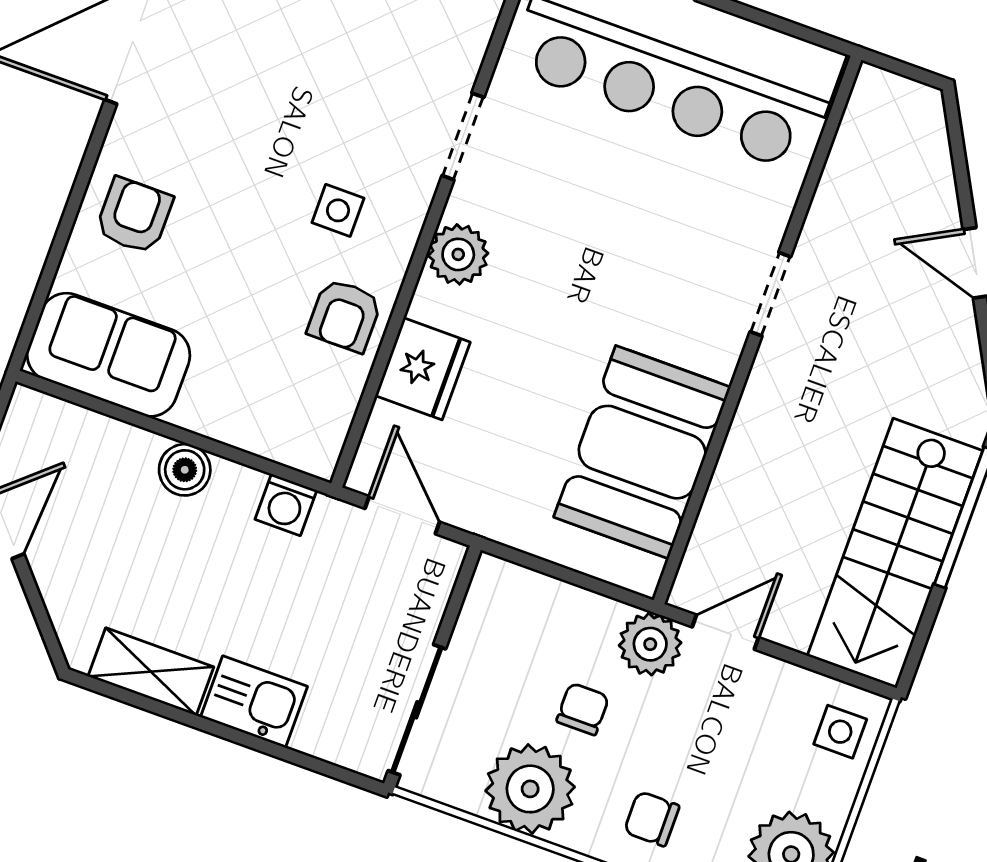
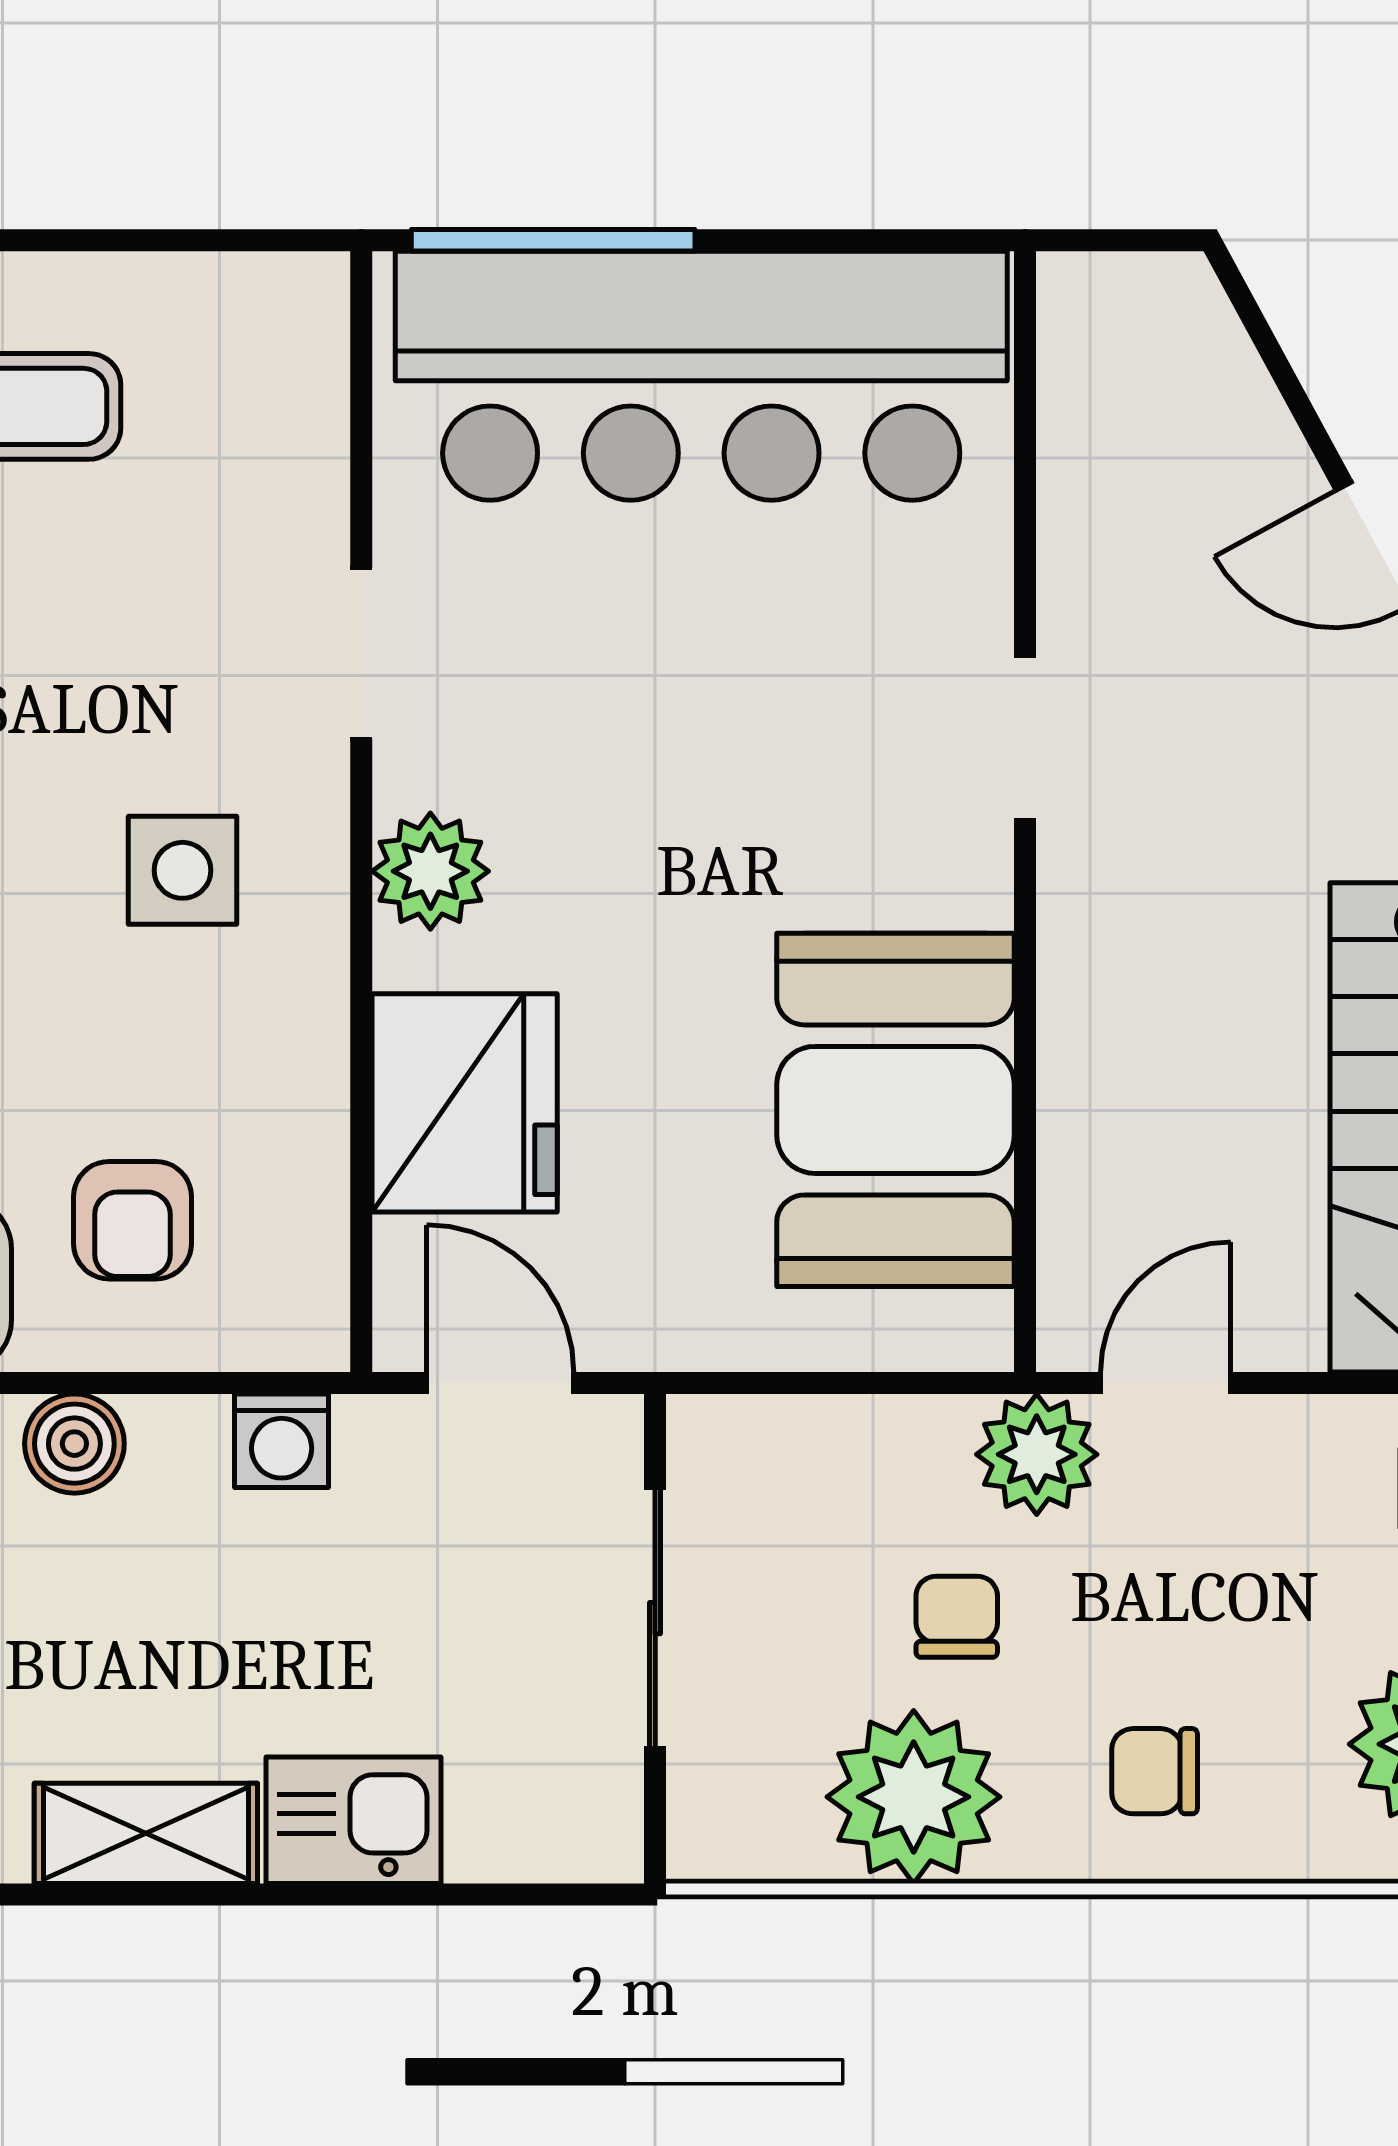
side table: (338, 210) -> (183, 870), width x1.37, depth x1.37
armchair: (345, 315) -> (132, 1220), moved
fridge: (423, 369) -> (465, 1103), width x1.36, depth x1.34
sliding door: (417, 710) -> (655, 1618), moved

